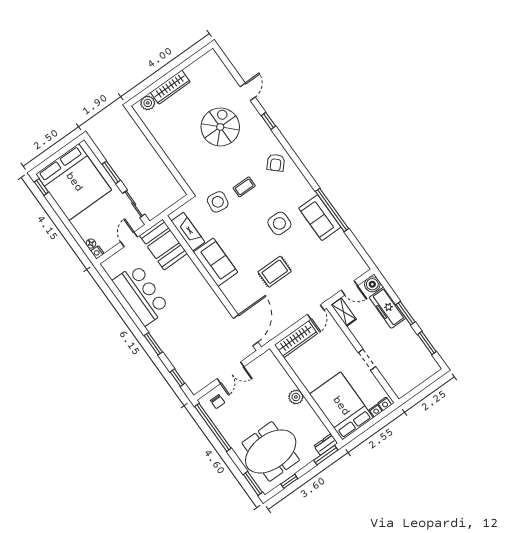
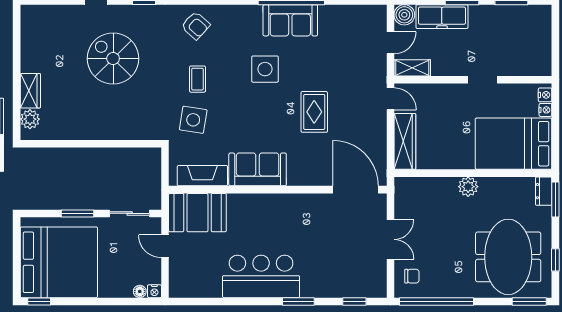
wardrobe: (170, 87) -> (30, 91), width x0.67
bar counter: (141, 295) -> (261, 276), moved

